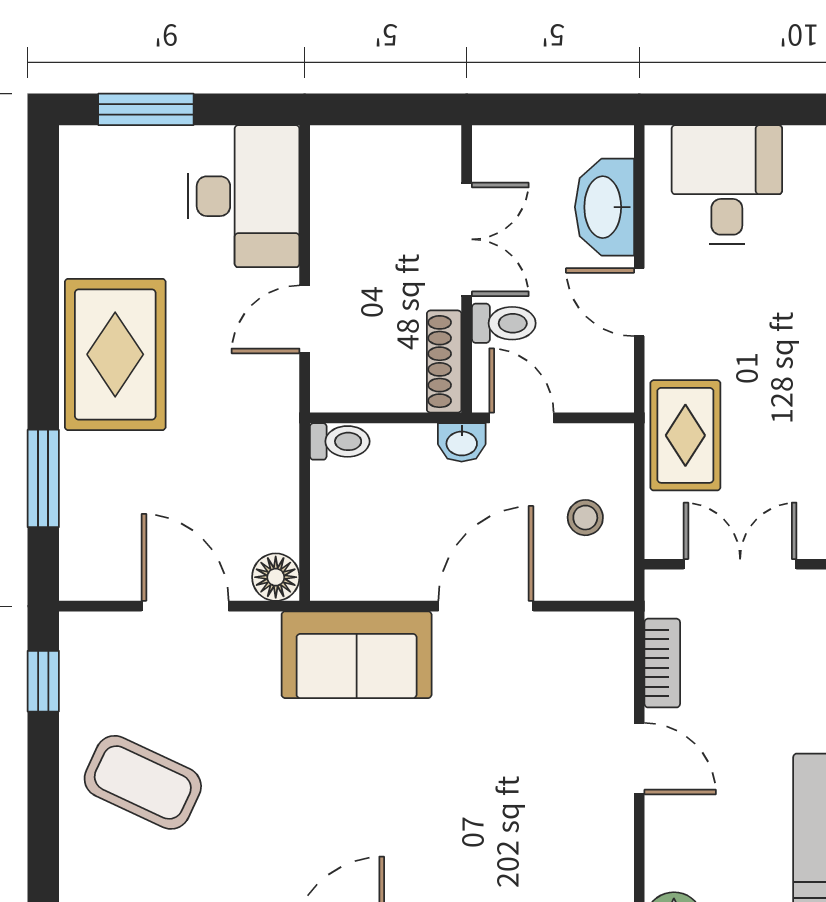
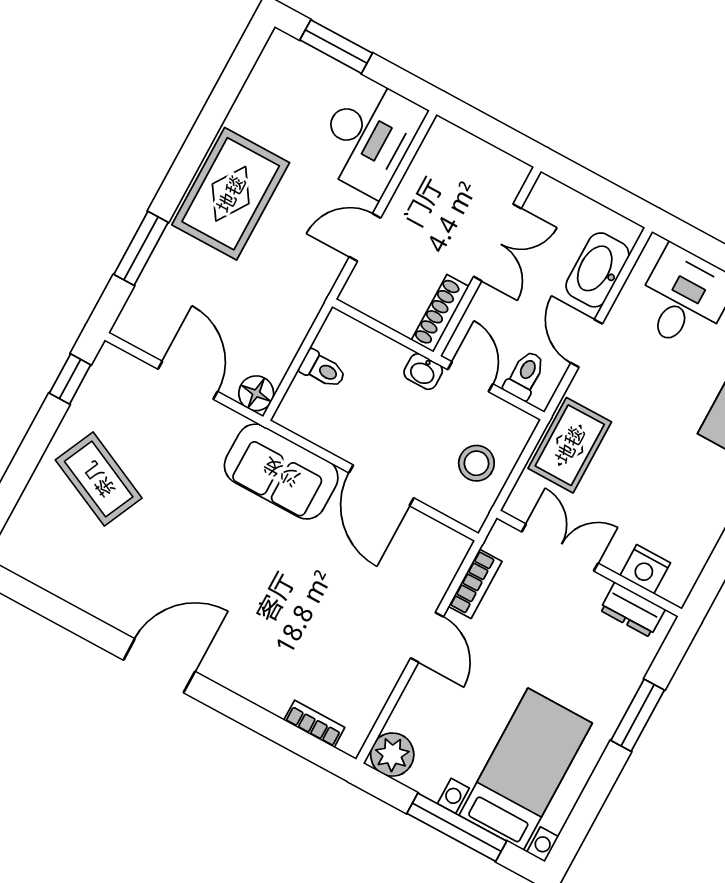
toilet: (504, 323) -> (525, 375), moved, turned -90
toilet: (340, 441) -> (323, 369), moved
stool: (585, 518) -> (476, 463), width x1.37, depth x1.37
door: (486, 606) -> (381, 485), swing flipped

